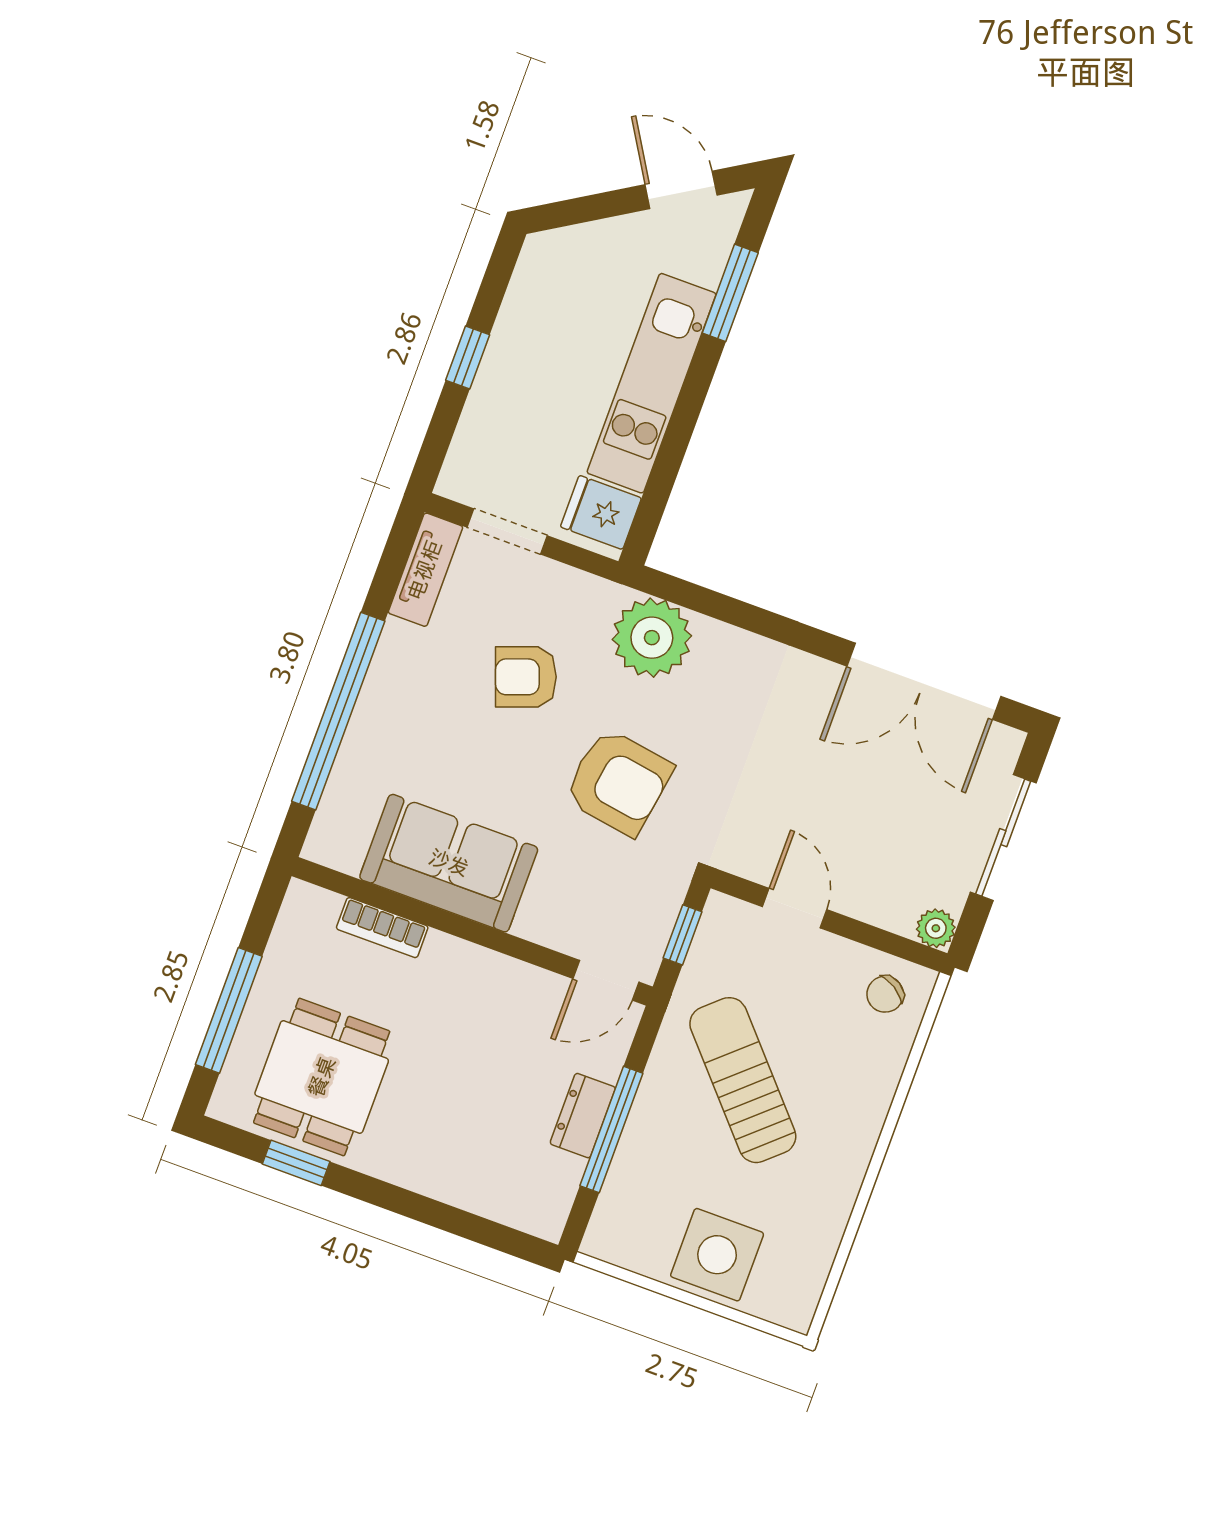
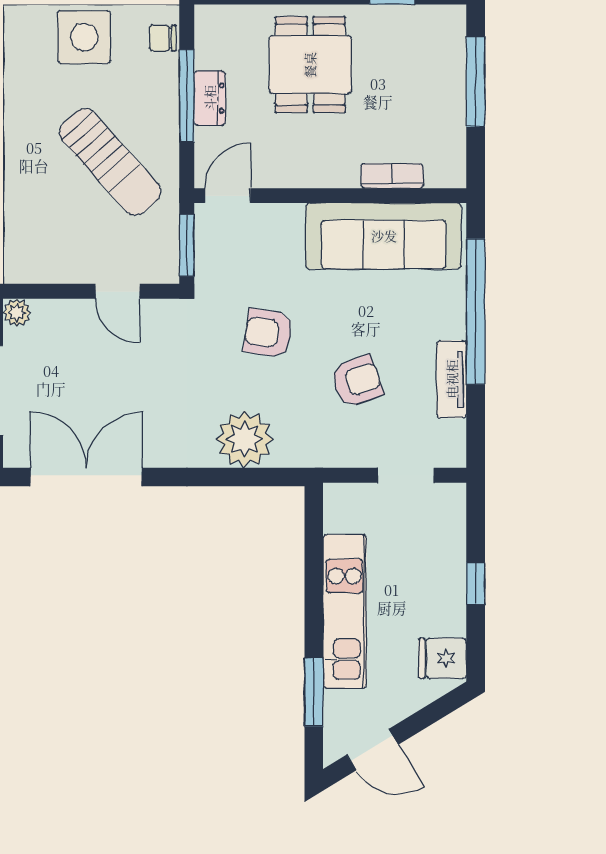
fridge: (601, 512) -> (442, 658), moved, turned 180
tv unit: (425, 570) -> (452, 379), moved
plant: (652, 638) -> (245, 439), moved
armchair: (618, 782) -> (268, 333), width x0.72, depth x0.72
sofa: (449, 863) -> (384, 236), width x1.36
window: (683, 935) -> (187, 245), width x1.50
chair: (885, 994) -> (163, 38), moved, turned -122
dining table: (322, 1077) -> (310, 65), moved

